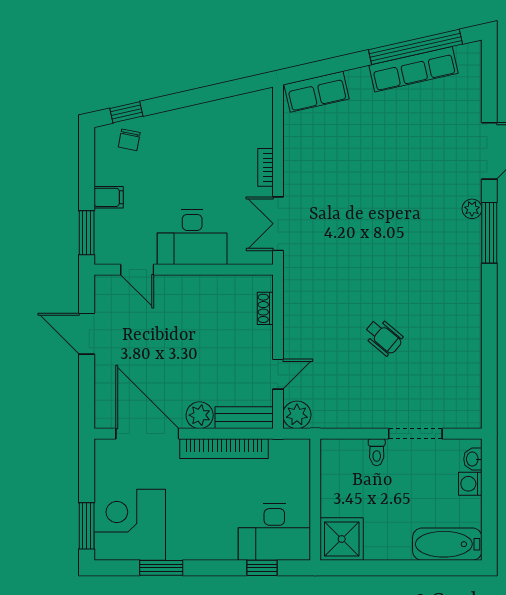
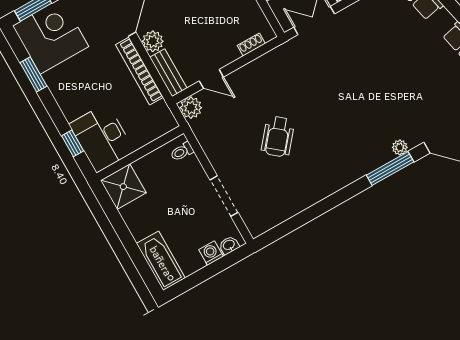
wheelchair: (383, 337) -> (278, 137), width x1.36, depth x1.37
toilet: (377, 452) -> (182, 152), moved

